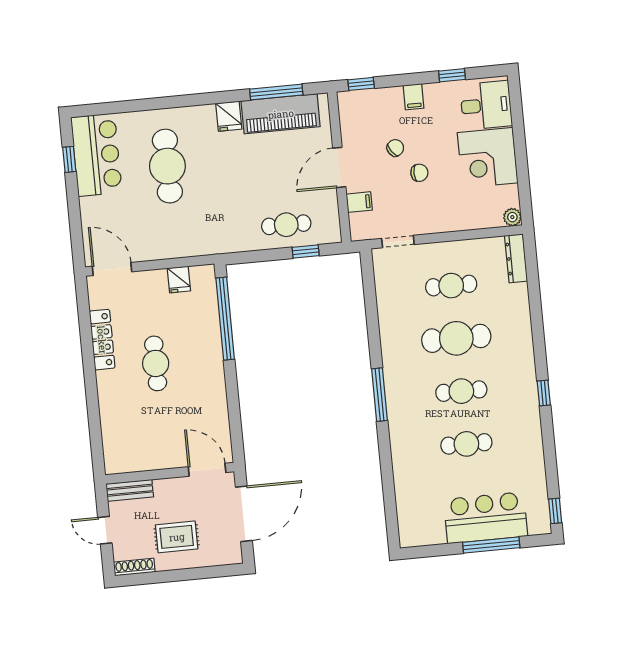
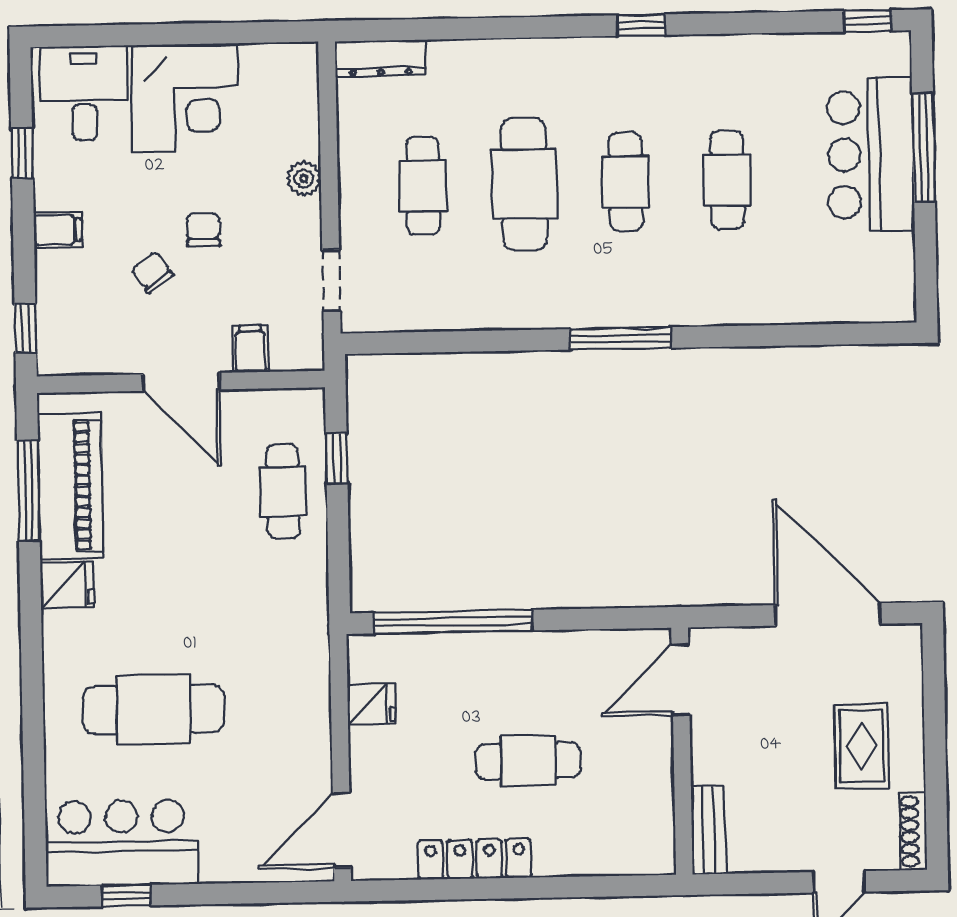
plant: (512, 217) -> (304, 178), moved
door: (207, 470) -> (681, 679), moved
wall: (170, 473) -> (682, 751), moved
bench: (130, 490) -> (709, 830), moved

